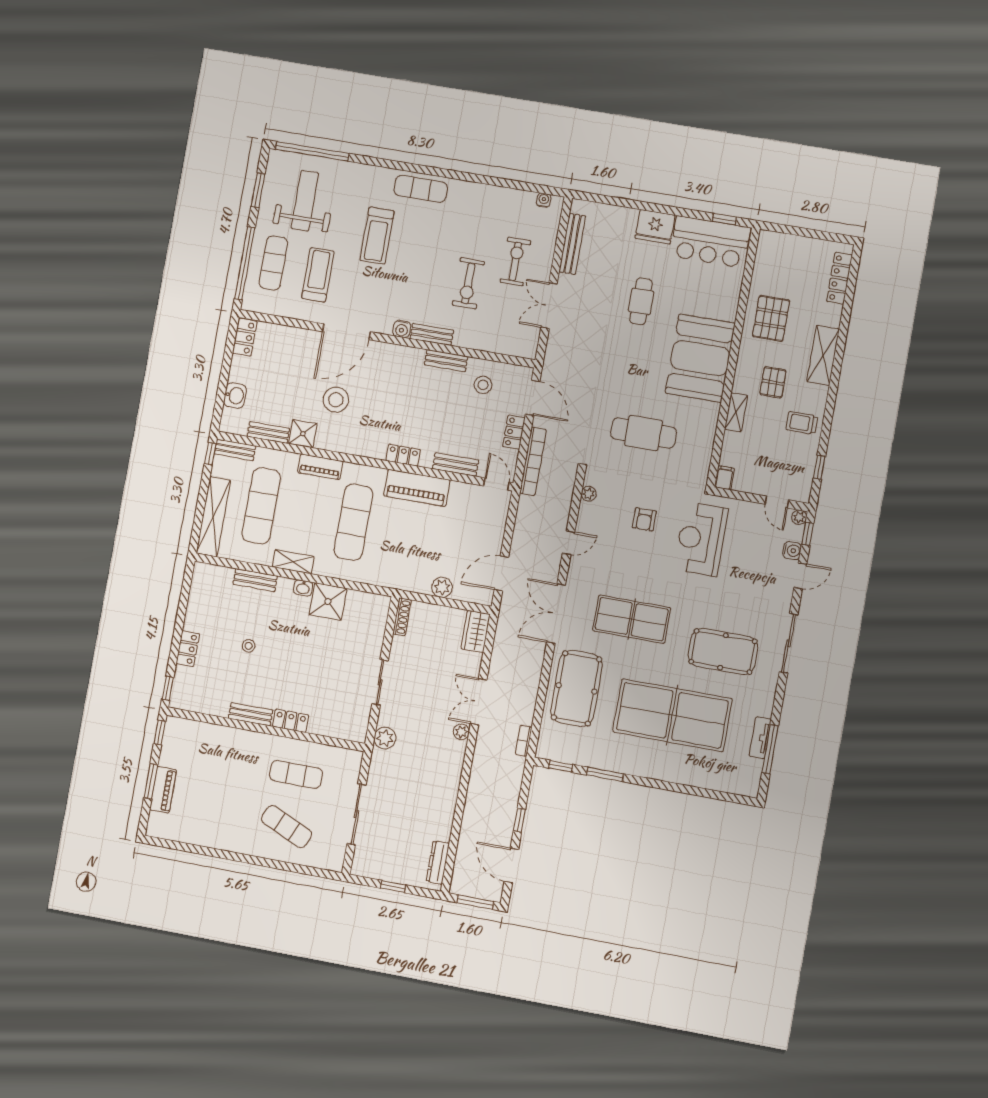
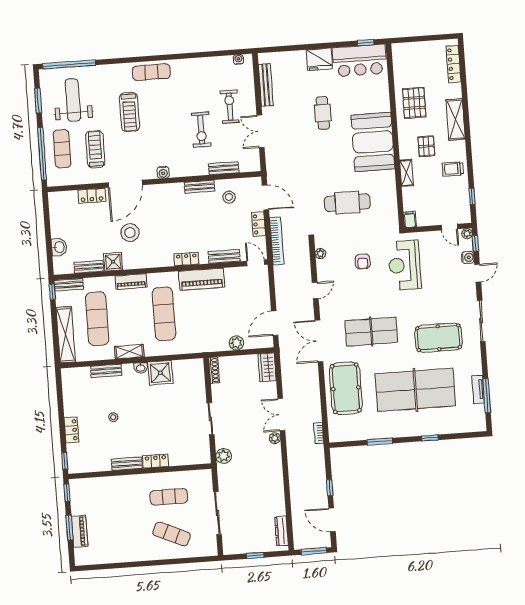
bench: (432, 334) -> (224, 168), moved
locker: (245, 337) -> (92, 196), moved, turned 90
window: (561, 766) -> (430, 438), moved

